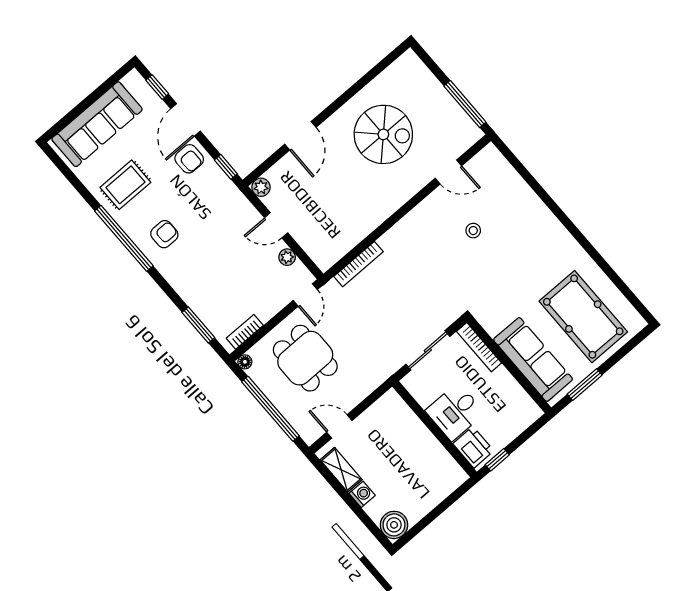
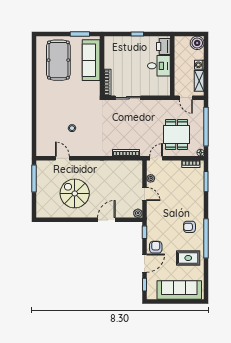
desk: (455, 412) -> (159, 66), moved
wall: (435, 429) -> (172, 66), moved
printer: (473, 447) -> (163, 46), moved

